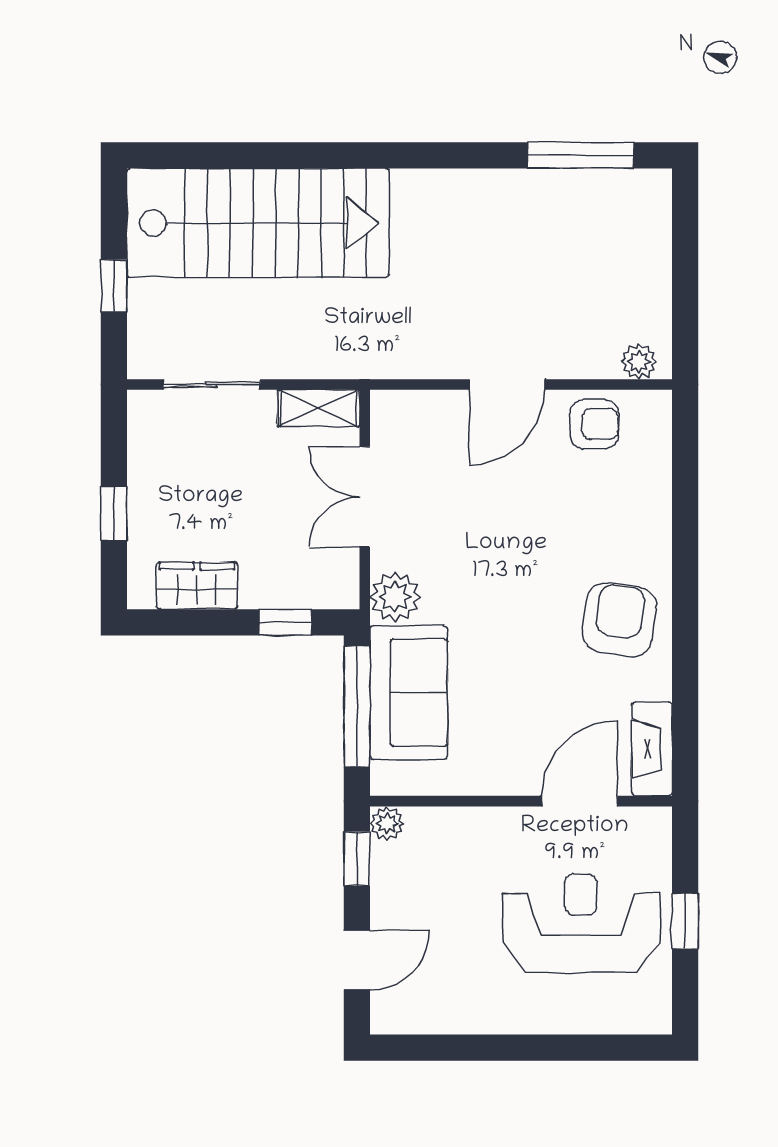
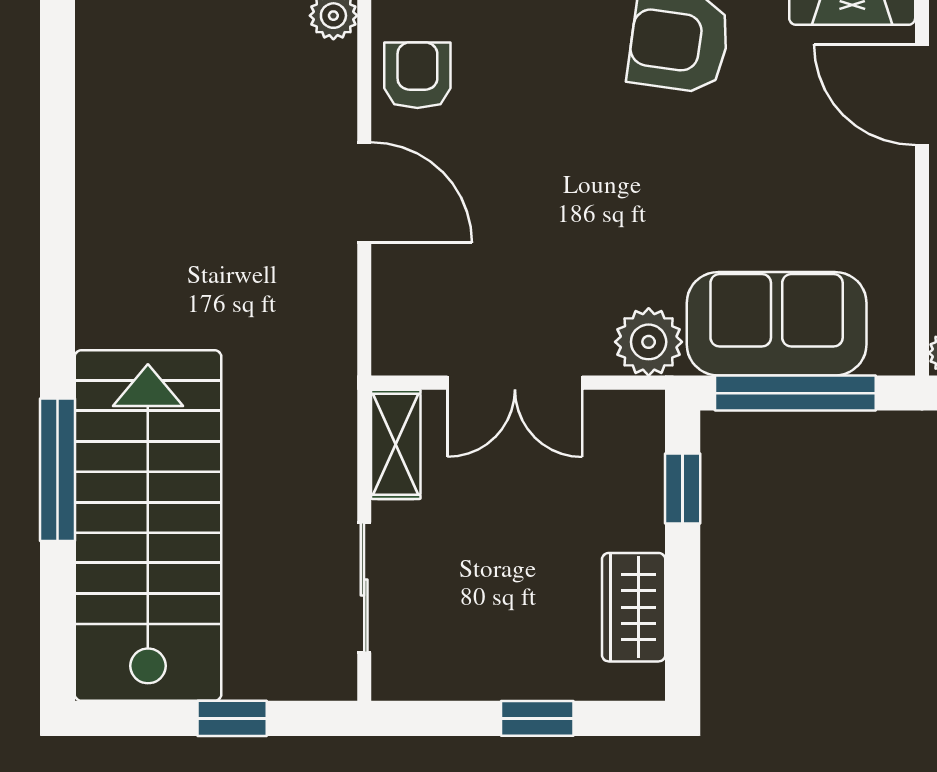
window: (581, 155) -> (57, 470), moved

